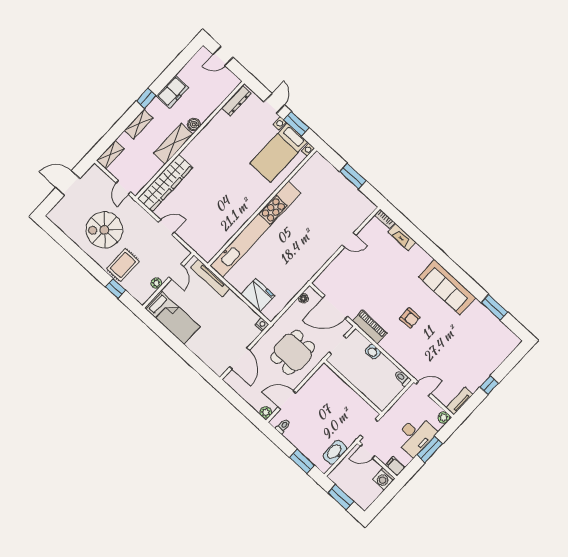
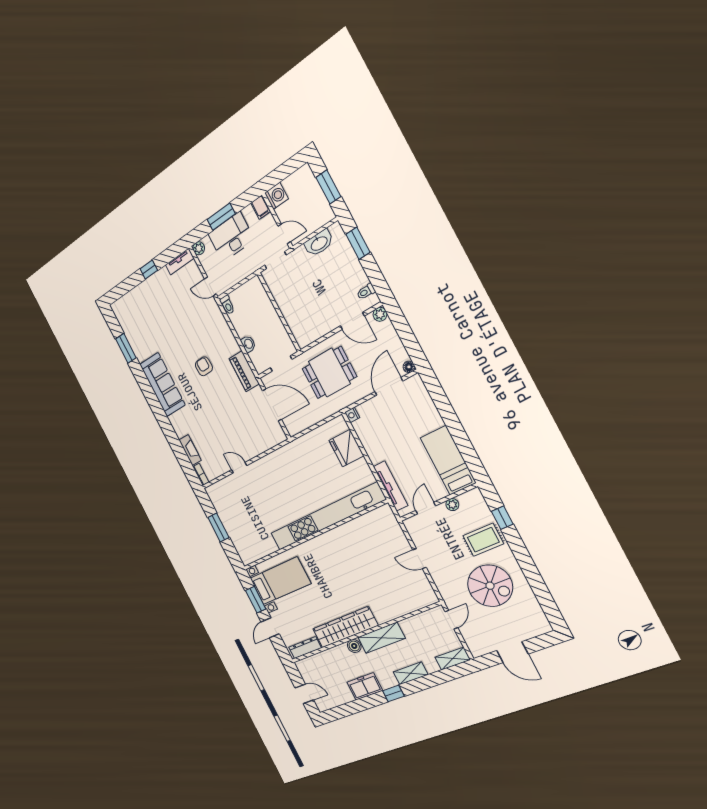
wardrobe: (165, 183) -> (345, 627), moved
floor lamp: (303, 298) -> (409, 367), moved

